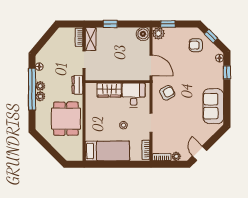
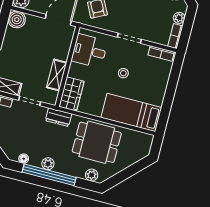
shelving: (109, 75) -> (57, 75), added
wardrobe: (109, 90) -> (71, 94), moved
plant: (40, 96) -> (92, 175), moved
bed: (107, 151) -> (131, 112), moved, turned -90

